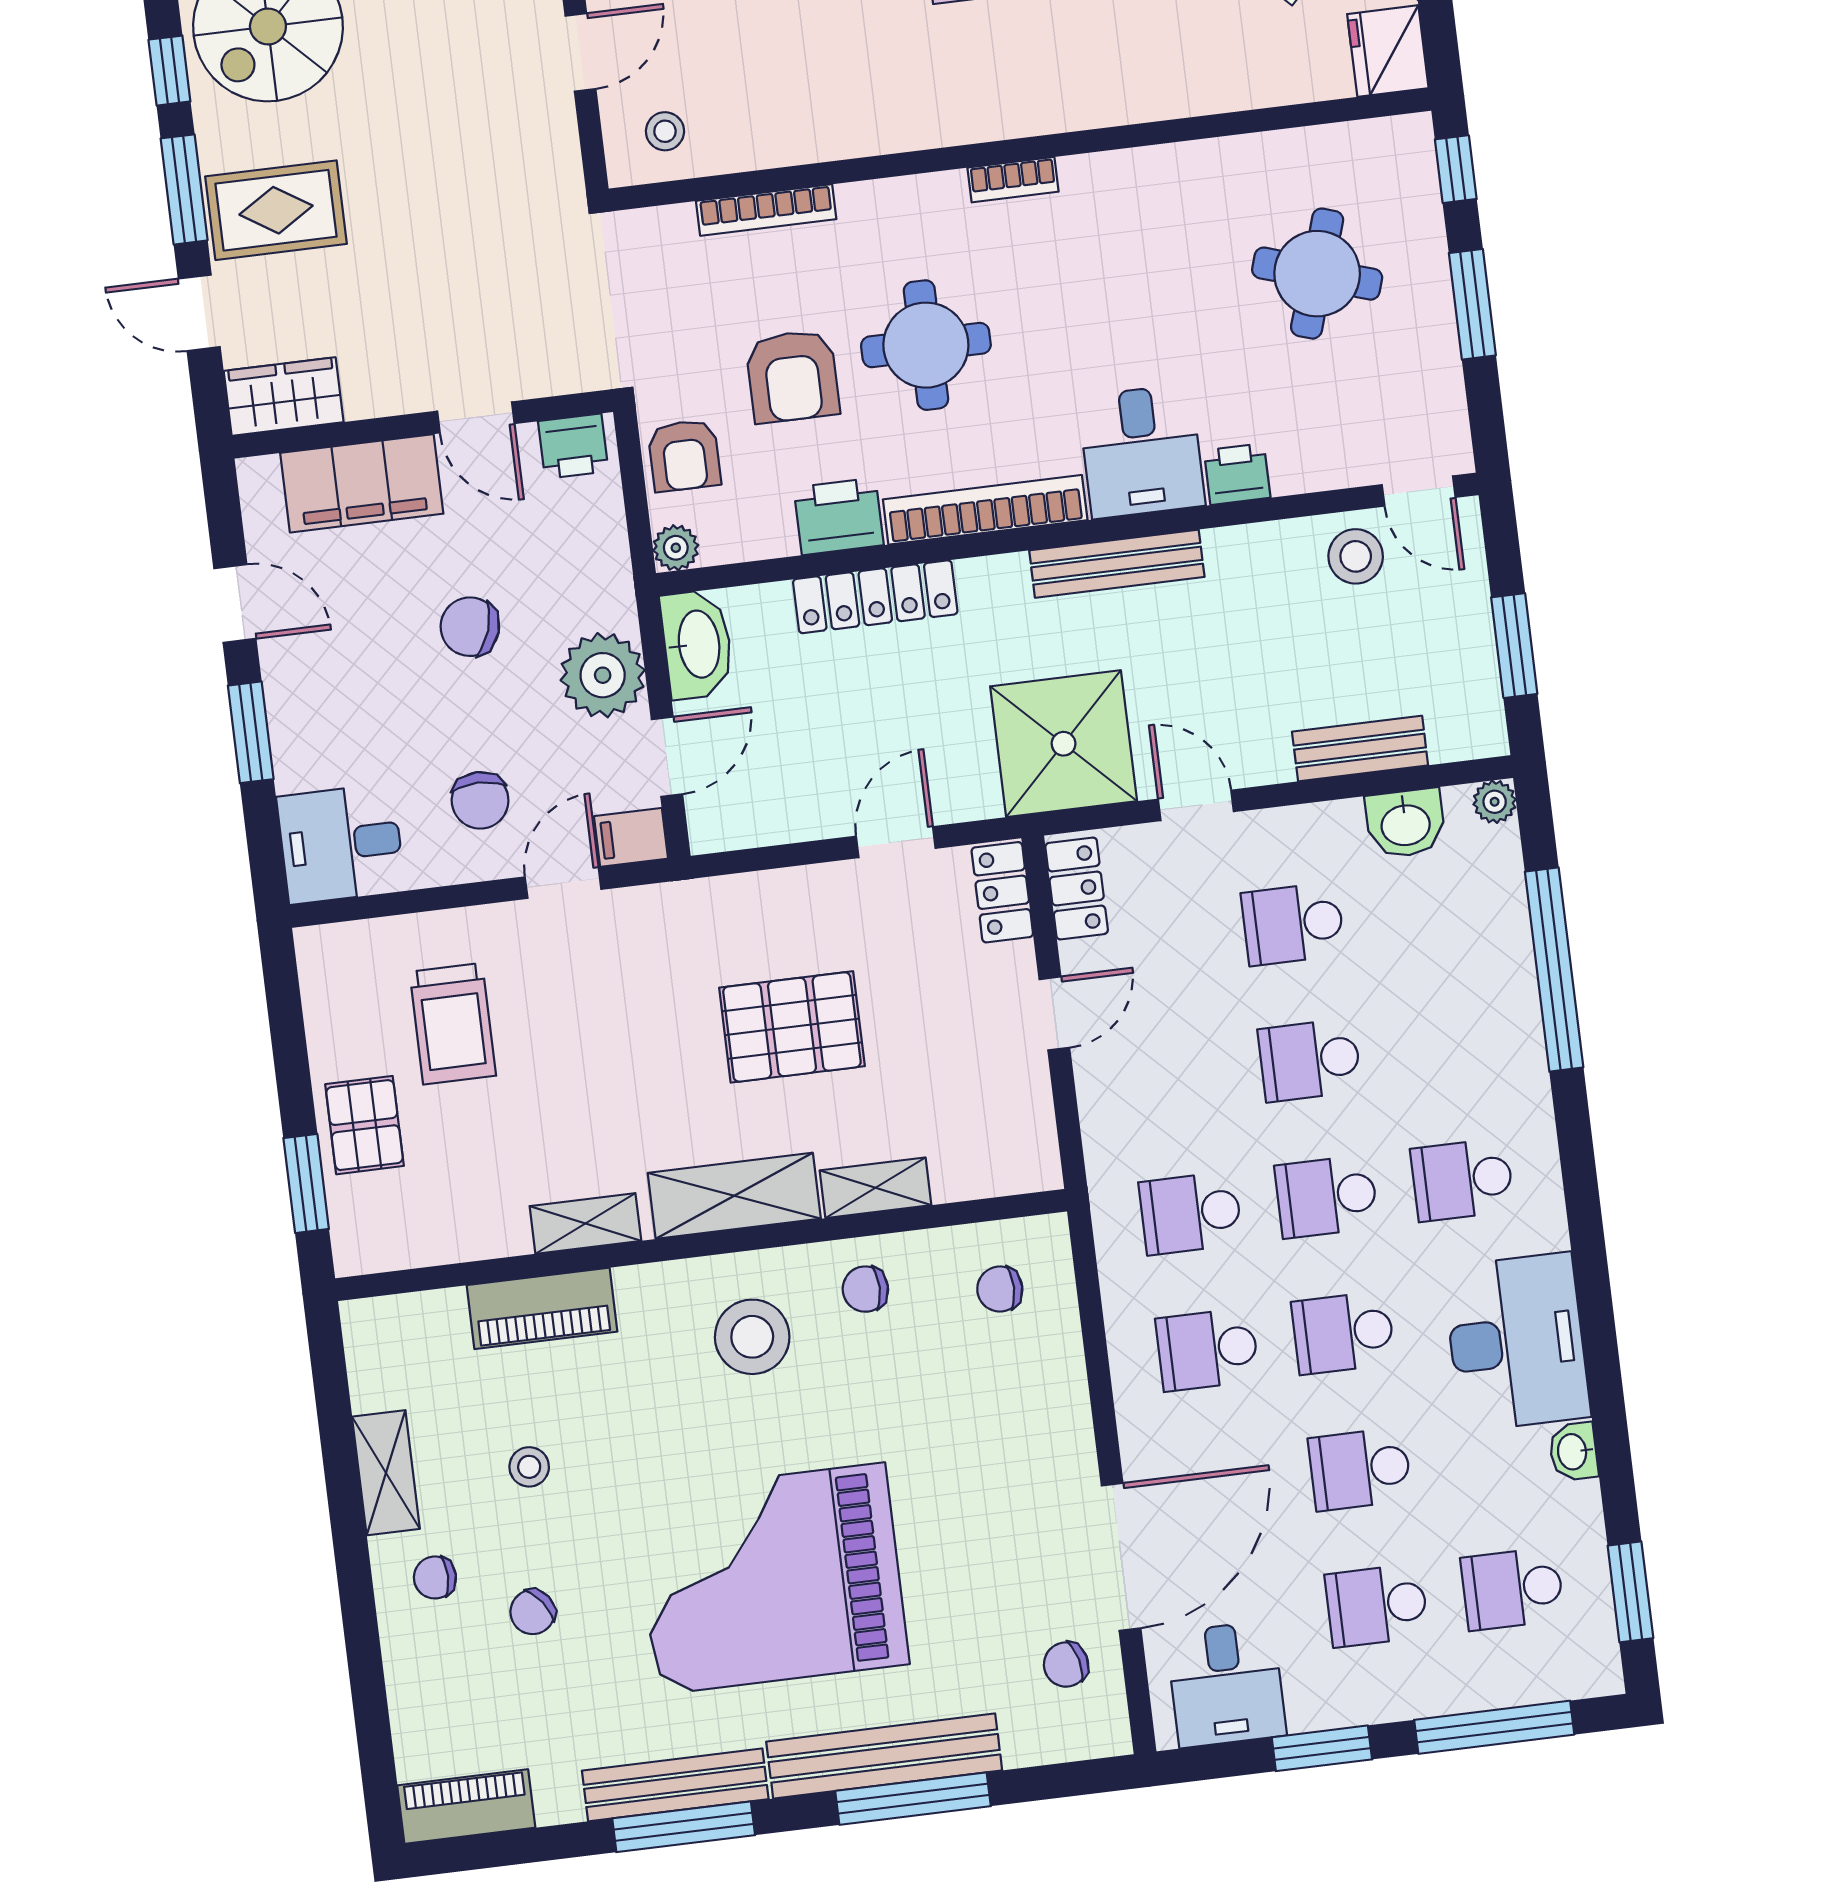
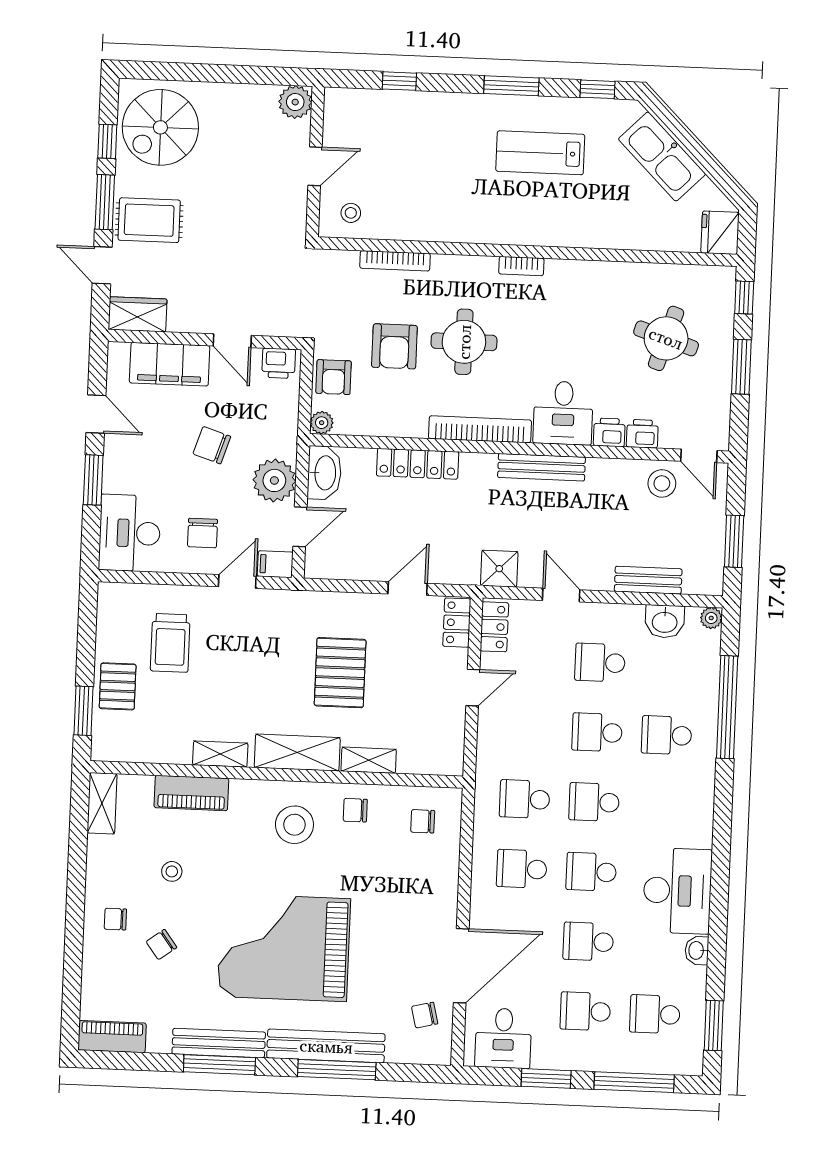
printer: (839, 516) -> (642, 434), moved, width x0.73, depth x0.81
shower: (1064, 744) -> (499, 569), width x0.54, depth x0.54
desk: (341, 844) -> (130, 533), width x1.37
pallet: (792, 1027) -> (340, 673), turned 90
school desk: (1462, 1180) -> (667, 735), moved
shelving: (386, 1473) -> (102, 803), moved

